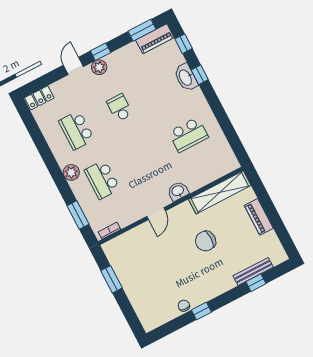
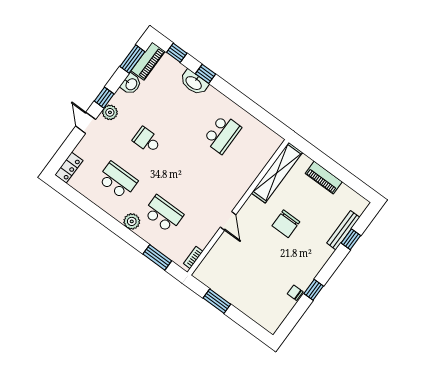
school desk: (77, 130) -> (118, 180), turned 180
school desk: (102, 180) -> (163, 214), turned 180
washbasin: (178, 191) -> (131, 84), moved, turned 180

